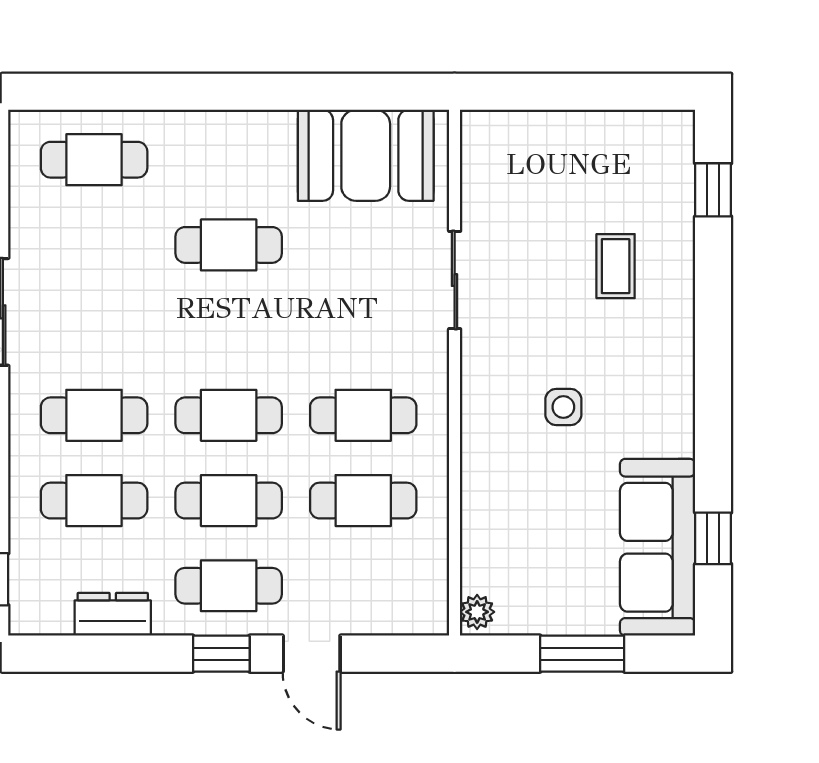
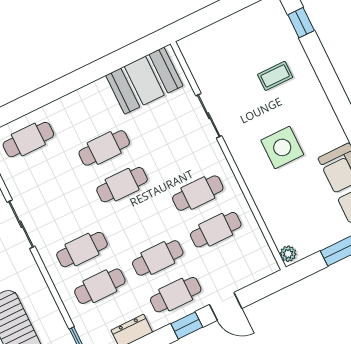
coffee table: (616, 266) -> (275, 76), turned 90
side table: (563, 407) -> (282, 147), width x1.87, depth x1.87
cafe table: (229, 415) -> (122, 185), moved

